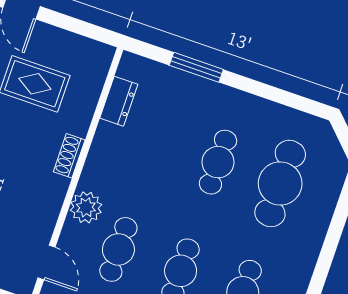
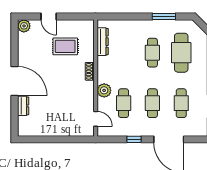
window: (196, 67) -> (164, 16), moved
dresser: (119, 101) -> (103, 42), width x1.44

